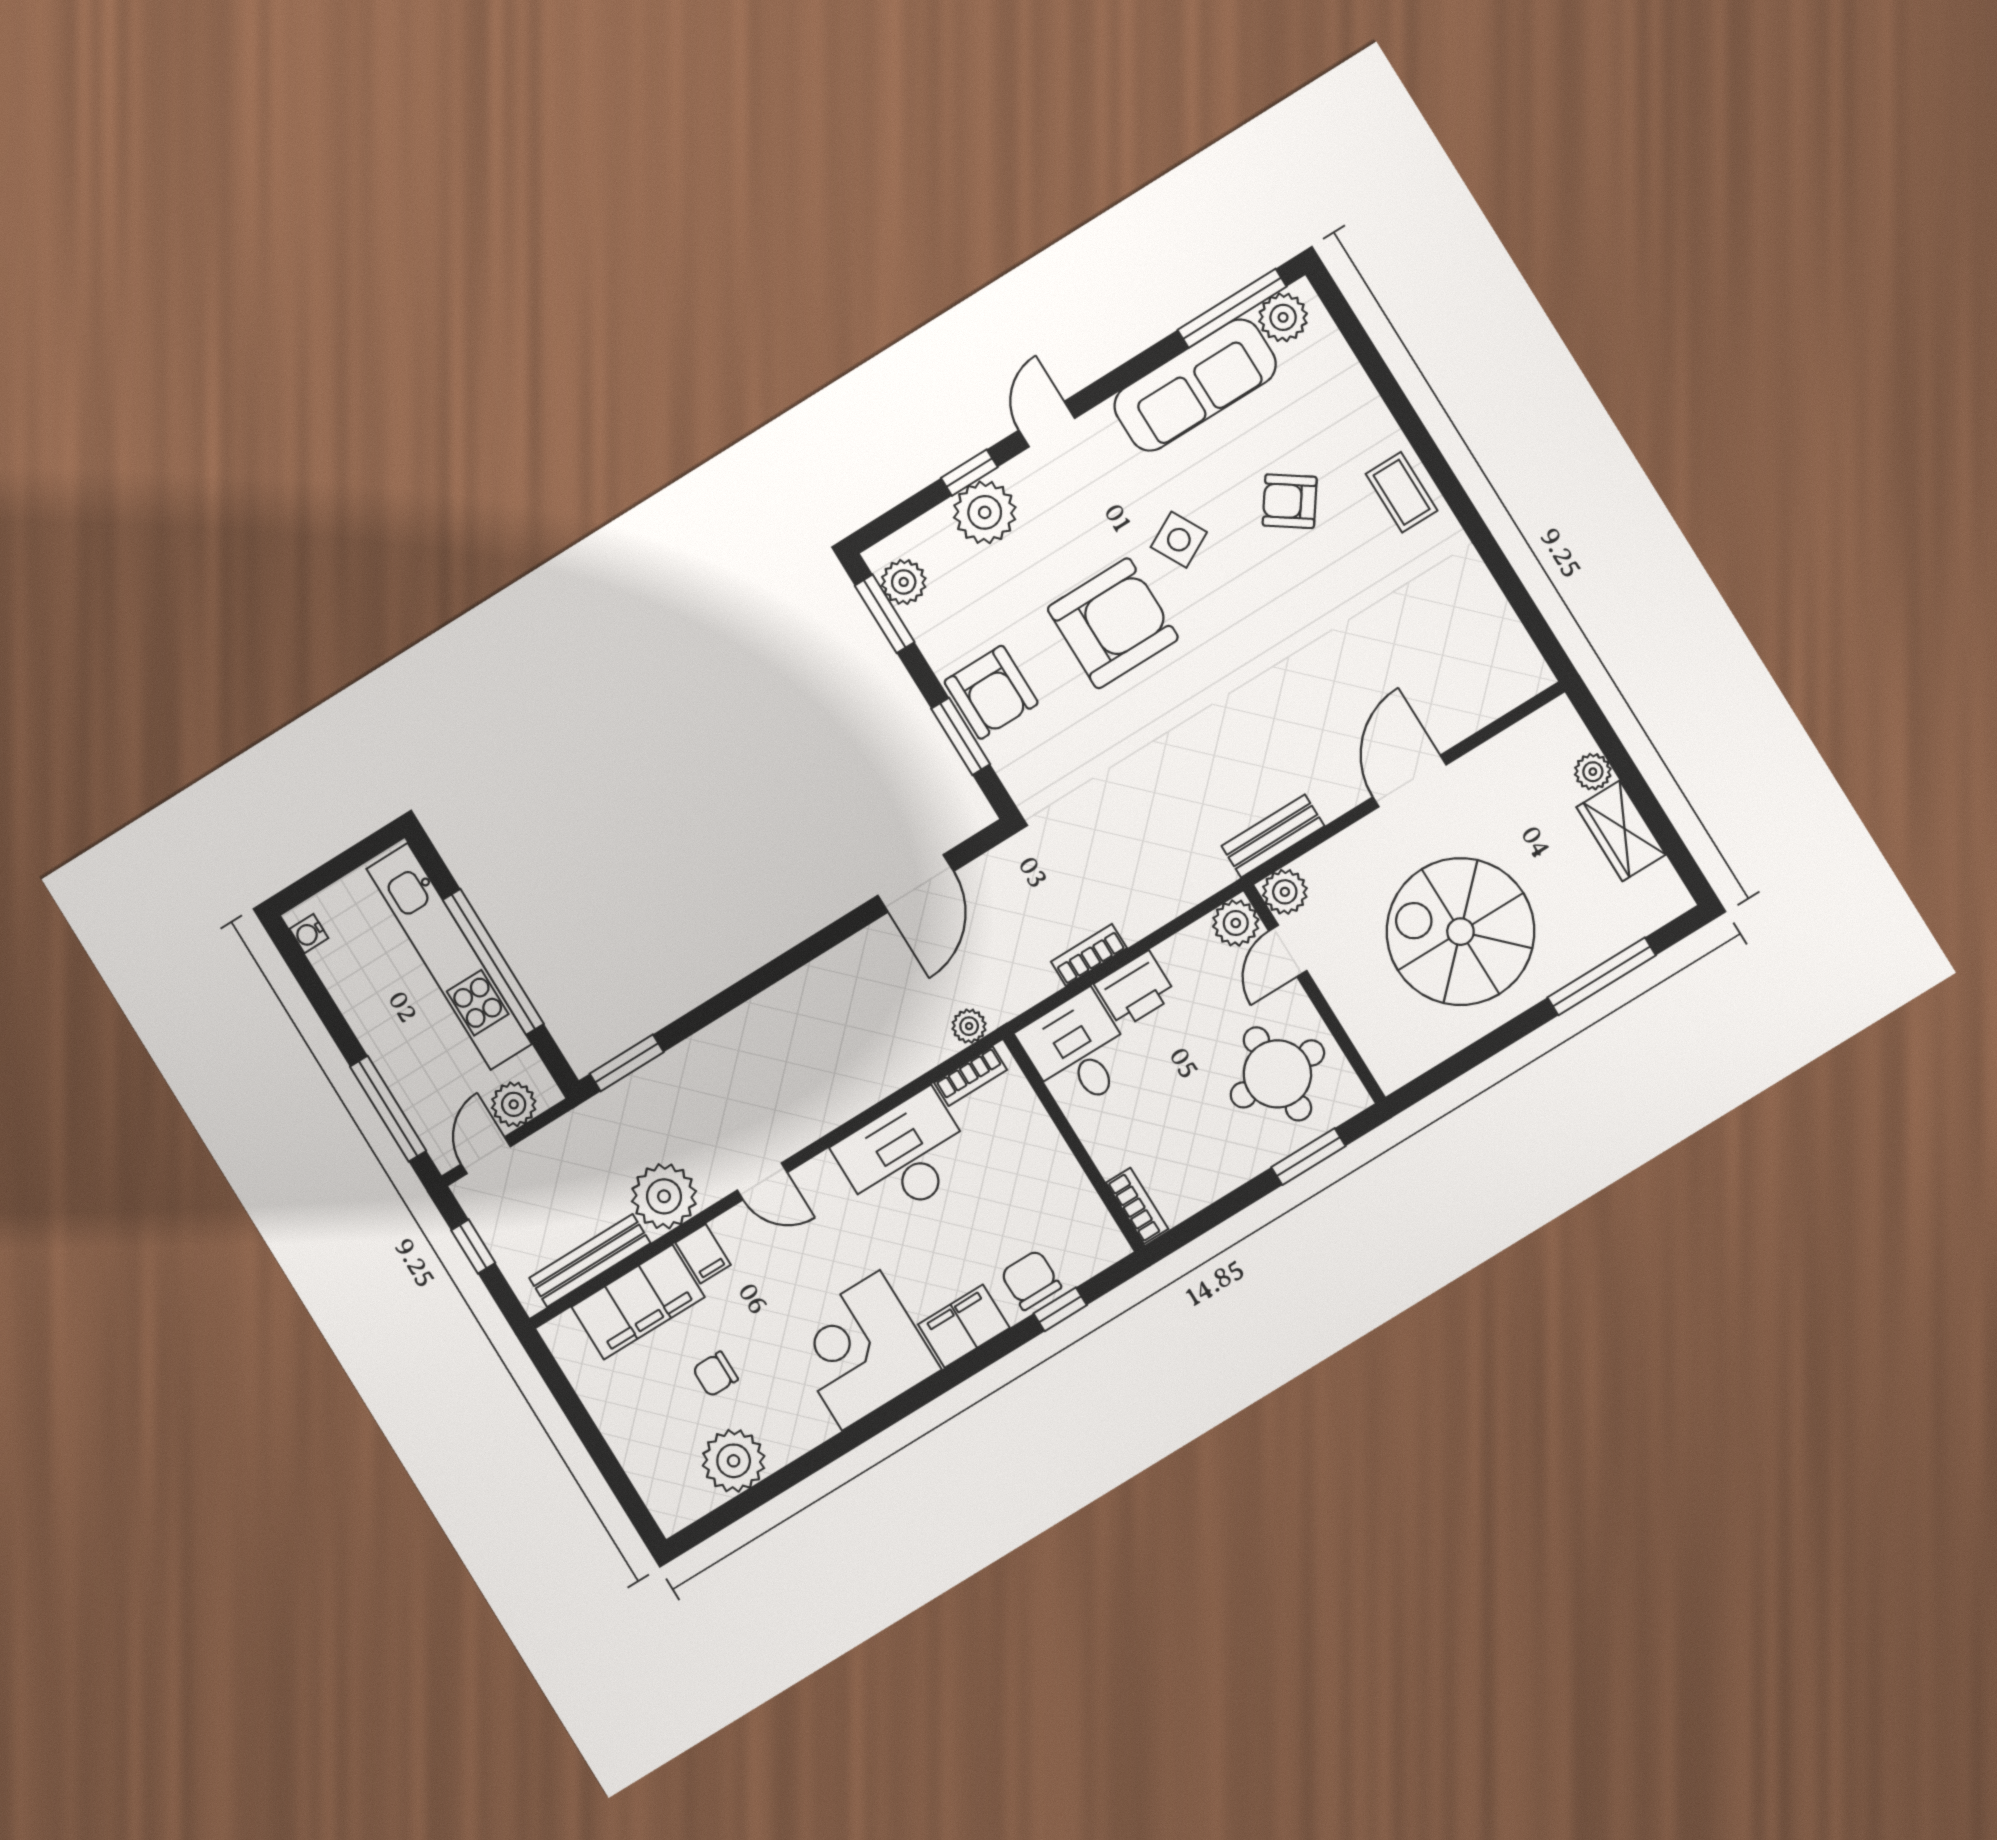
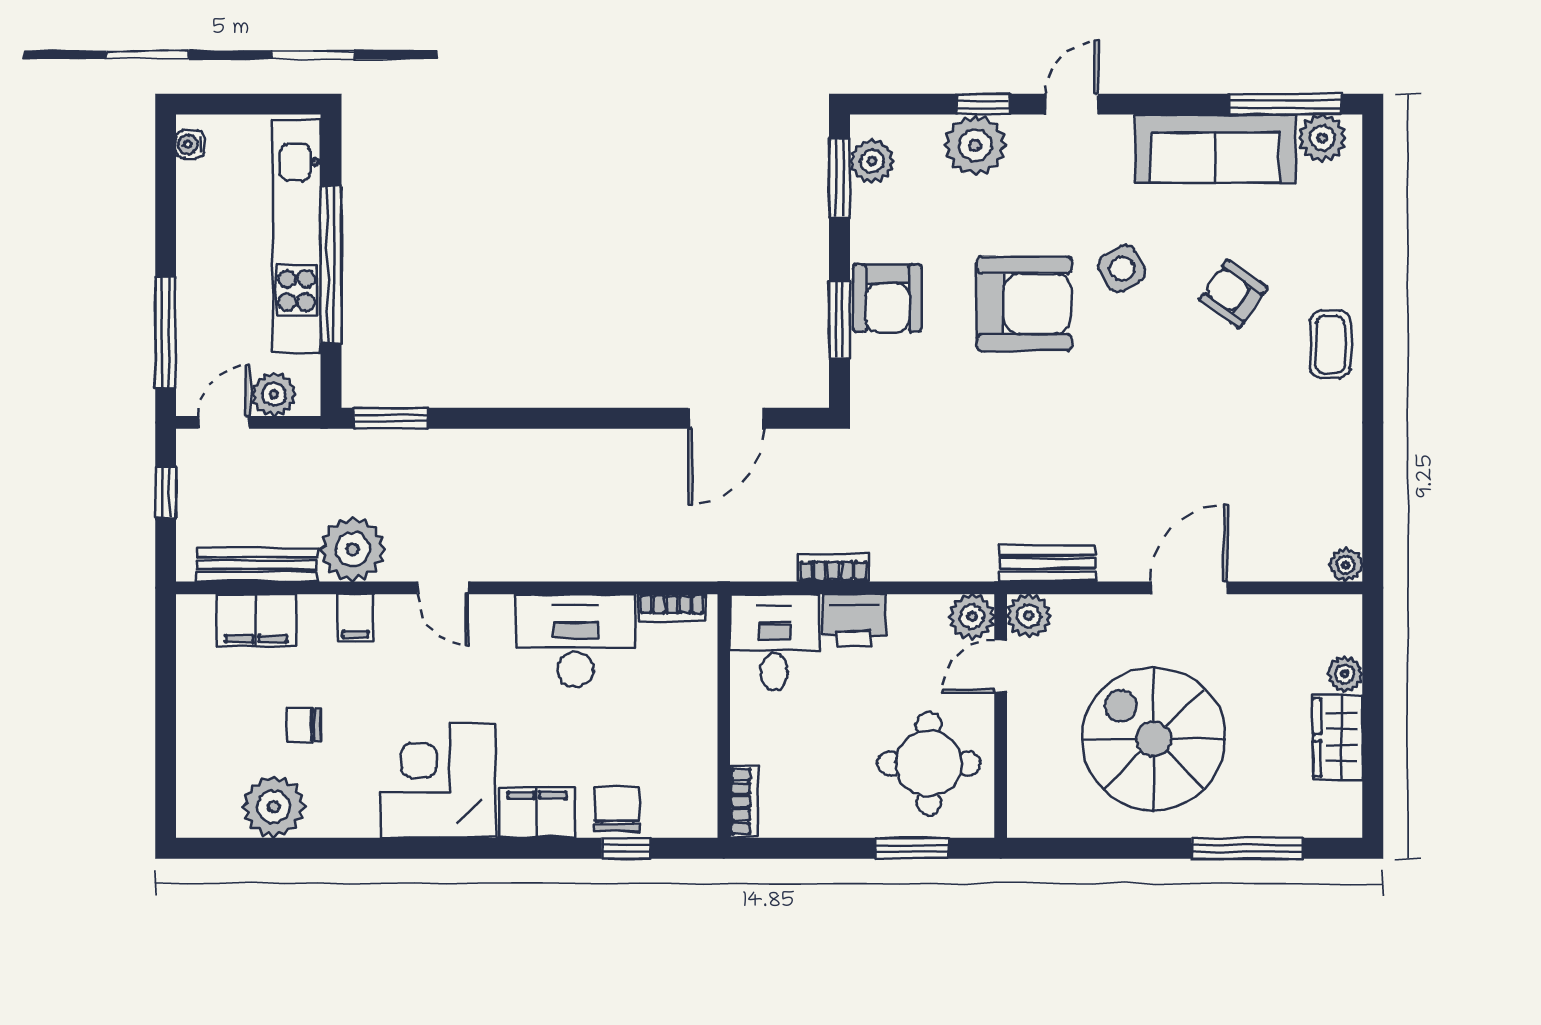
plant: (969, 1026) -> (1346, 565), moved
filing cabinet: (638, 1302) -> (256, 620), width x0.67, depth x0.86

